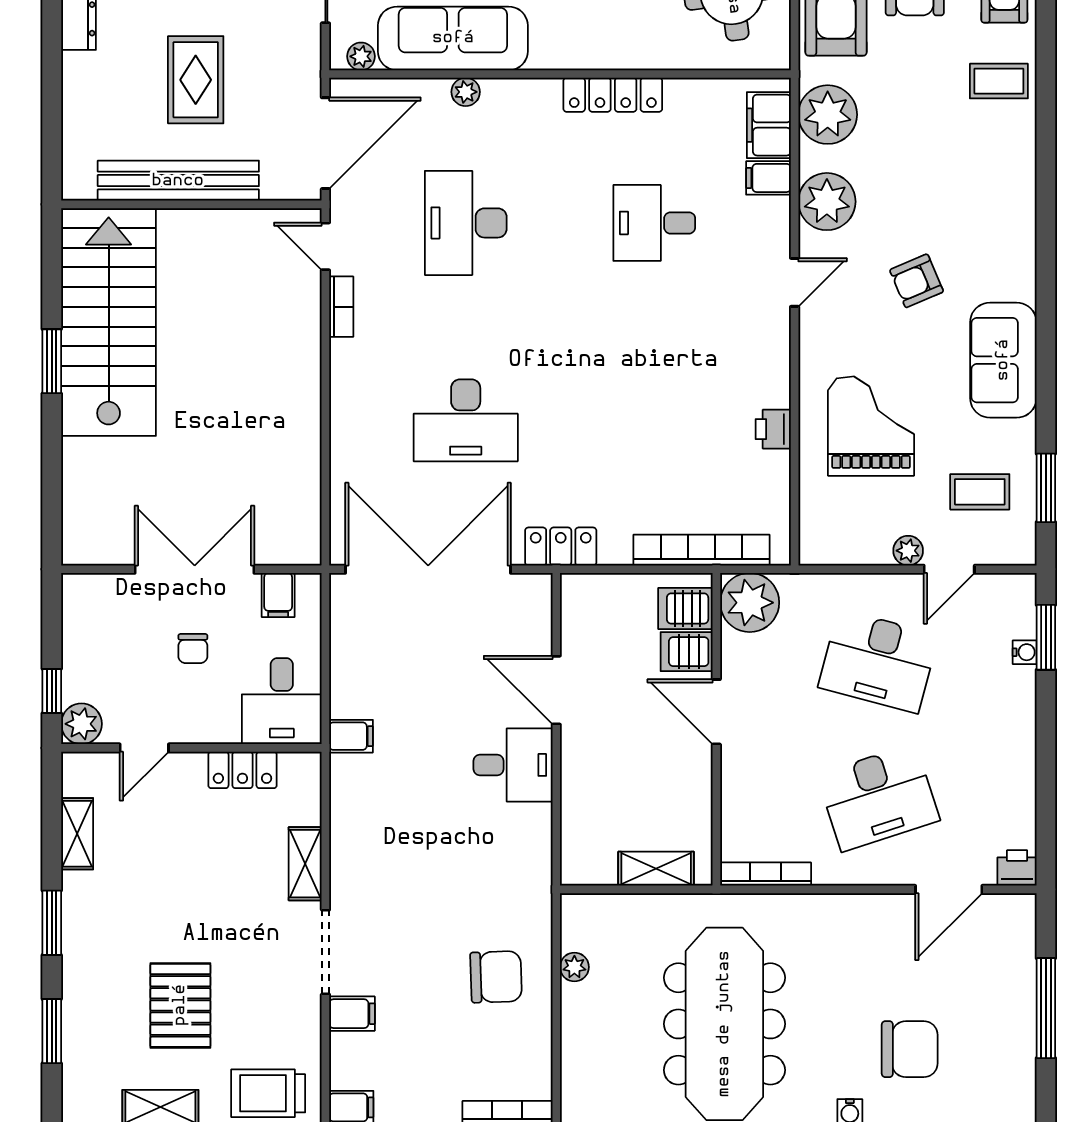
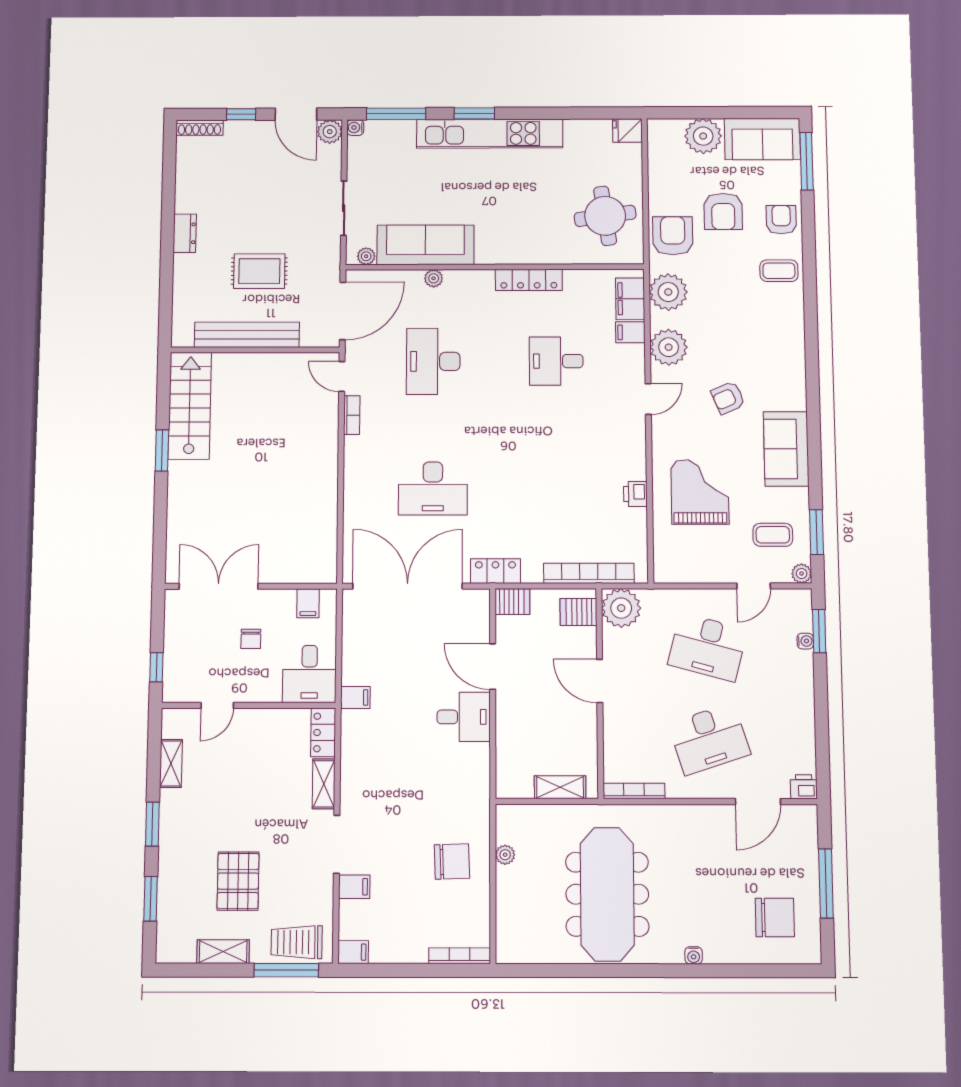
rug: (196, 80) -> (259, 271), turned 90
stairs: (109, 322) -> (190, 406), width x0.73, depth x0.66
plant: (908, 551) -> (802, 574), moved
double door: (195, 569) -> (219, 586), moved
server rack: (687, 652) -> (512, 602), moved, turned 180
plant: (81, 724) -> (176, 689), removed
locker: (242, 770) -> (323, 732), moved, turned 90
chair: (910, 1049) -> (775, 917), moved

